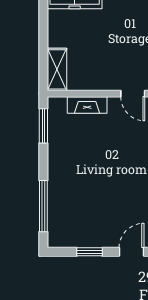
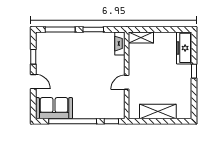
fireplace: (87, 105) -> (120, 44), moved
window: (43, 126) -> (93, 30), moved

